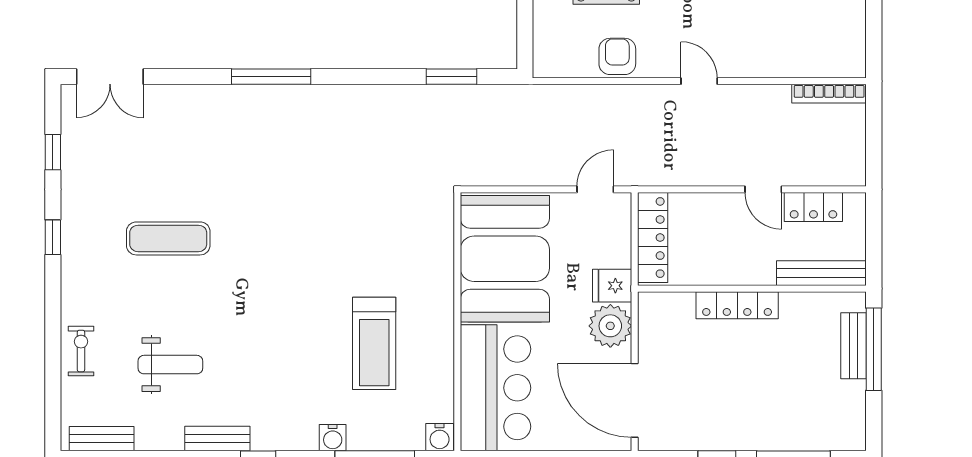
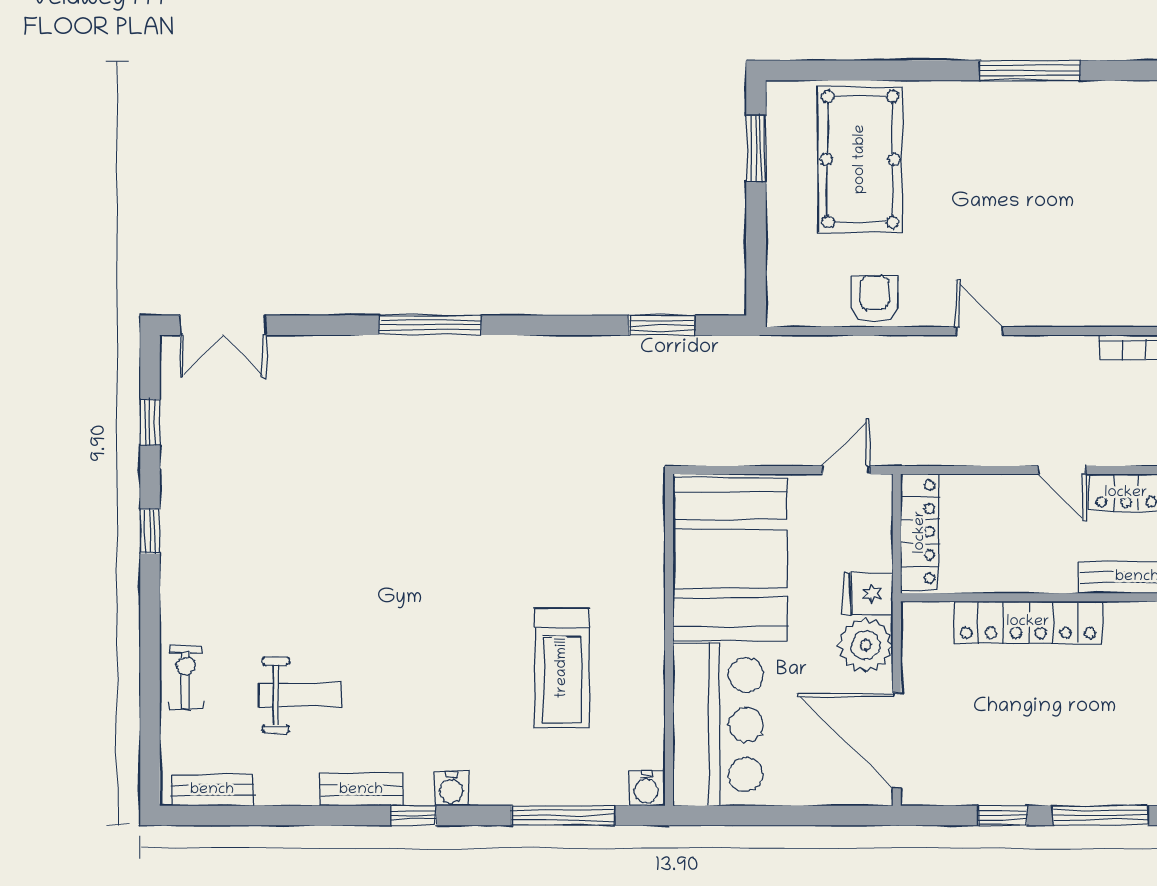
exercise mat: (168, 238) -> (298, 533), removed
locker: (737, 305) -> (1028, 622), width x1.41, depth x1.21
water cooler: (333, 438) -> (451, 789), moved

